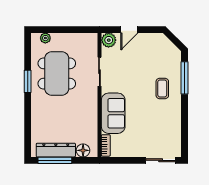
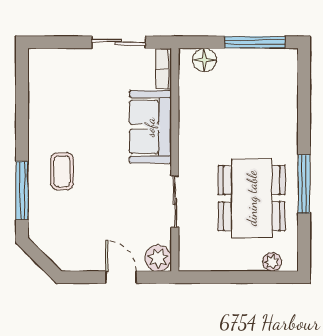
door: (129, 30) -> (121, 277), hinge flipped
window: (28, 81) -> (304, 184), width x1.44
dresser: (56, 150) -> (253, 61), removed
sliding door: (161, 160) -> (118, 42), moved

